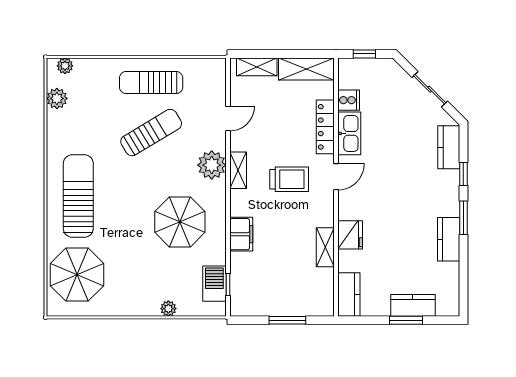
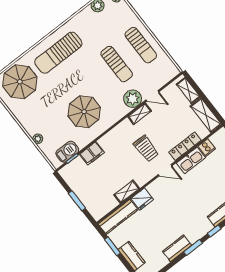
sun lounger: (151, 83) -> (141, 45), turned 180
sun lounger: (151, 133) -> (117, 64), turned 31
plant: (212, 165) -> (133, 99), moved
shelving: (238, 170) -> (140, 114), moved
sun lounger: (78, 196) -> (58, 53), turned 180
filing cabinet: (241, 234) -> (92, 153), moved
kitchen counter: (349, 294) -> (118, 217), width x1.50
window: (406, 320) -> (112, 246), moved

